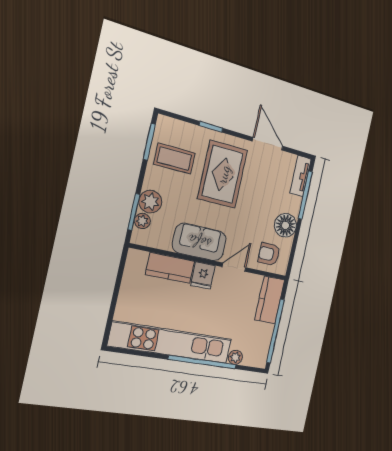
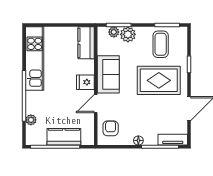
floor lamp: (286, 225) -> (138, 140), width x0.53, depth x0.53
door: (234, 267) -> (96, 104), swing flipped
kitchen counter: (170, 268) -> (86, 43), moved
kitchen counter: (270, 300) -> (64, 137), moved
kitchen unit: (171, 343) -> (35, 59), width x0.73

